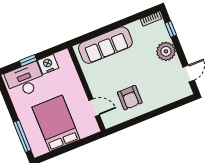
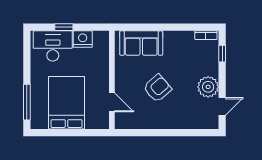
sofa: (105, 45) -> (141, 43), width x0.73
plant: (166, 51) -> (208, 87), moved
armchair: (130, 98) -> (157, 88), moved, turned -131

